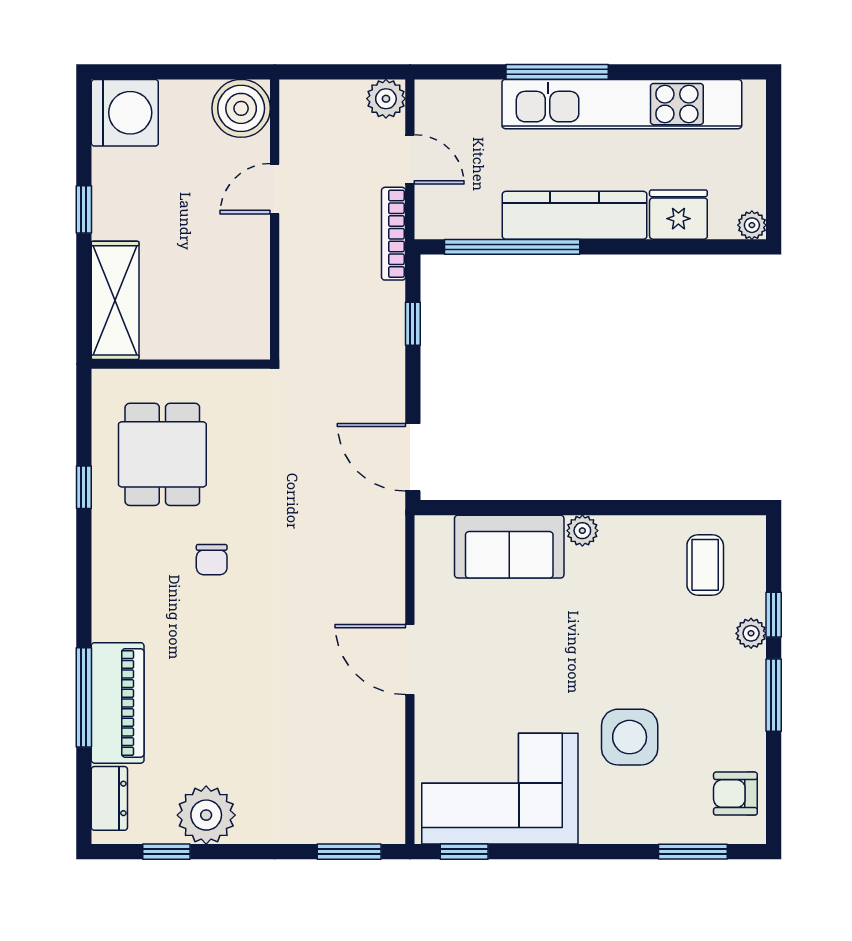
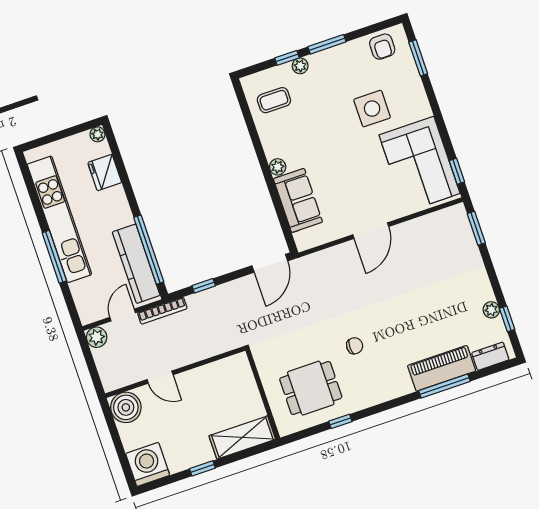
kitchen counter: (575, 215) -> (136, 264), moved
plant: (206, 815) -> (491, 310), width x0.53, depth x0.53

